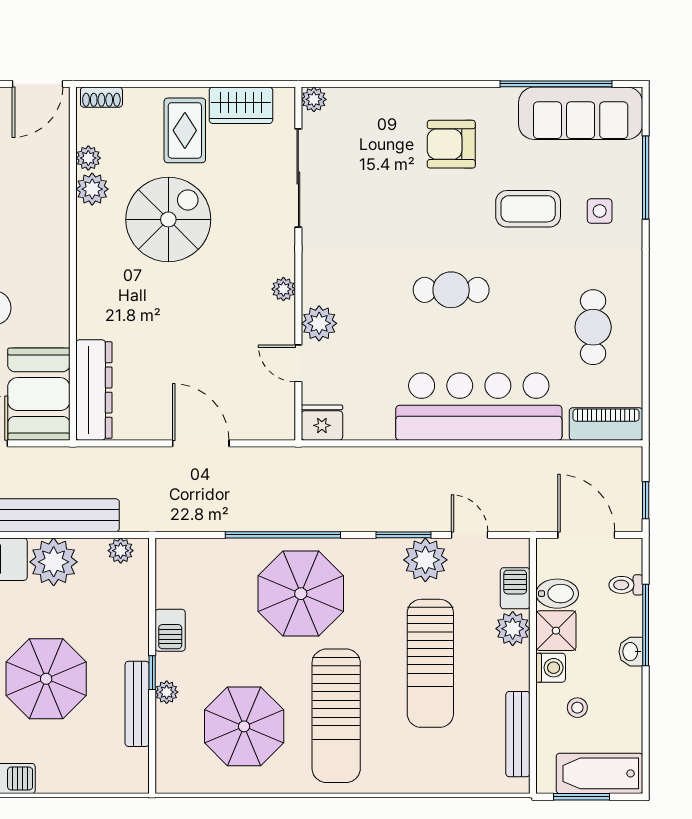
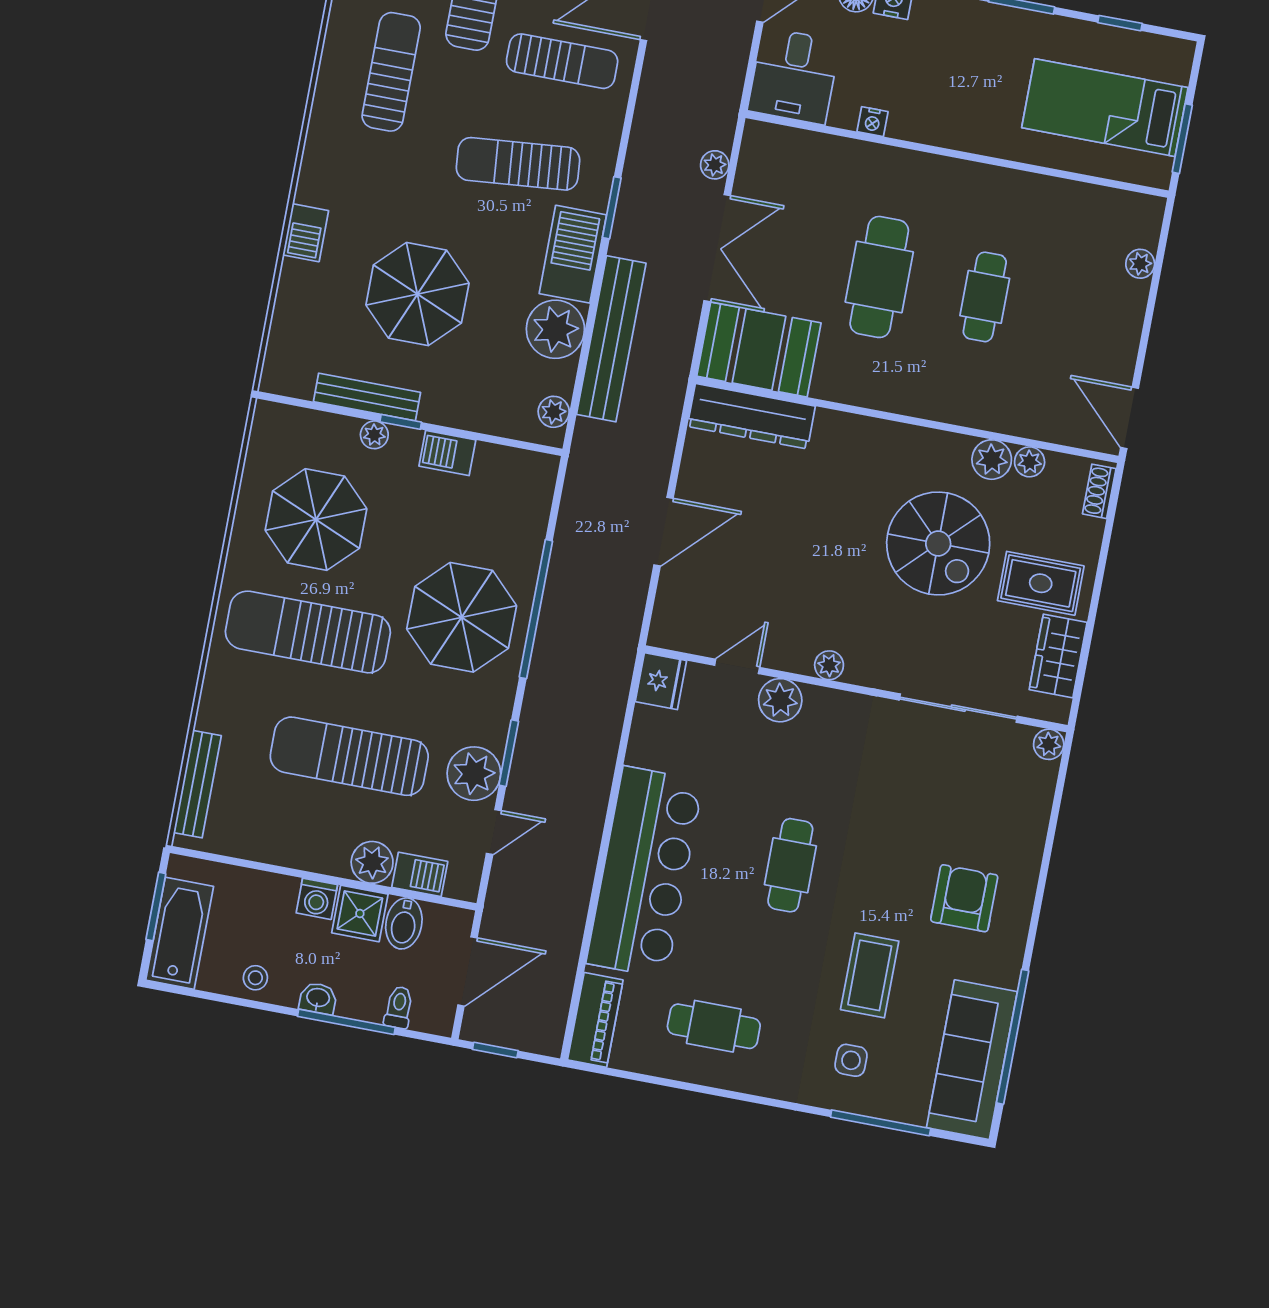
stool: (577, 708) -> (255, 978), moved
bench: (518, 734) -> (198, 784), moved, turned 90

